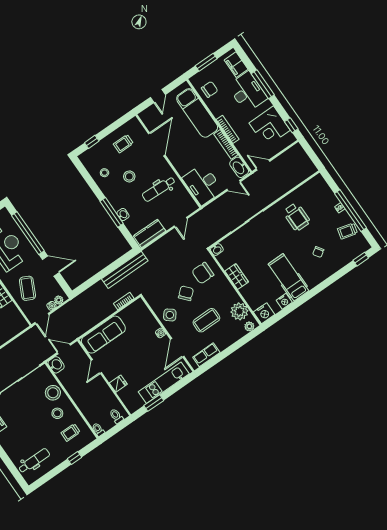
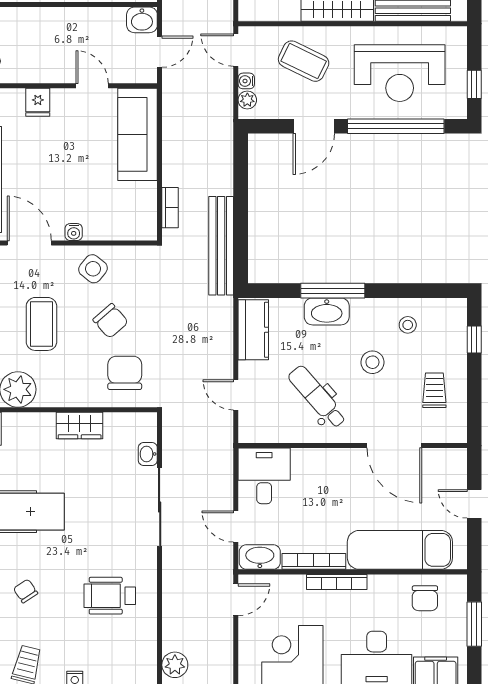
plant: (306, 171) -> (175, 665), added
desk: (203, 184) -> (264, 476), width x0.73
door: (234, 185) -> (236, 526), hinge flipped
dental chair: (159, 189) -> (317, 397), turned -43
washbasin: (123, 215) -> (327, 311), width x1.91, depth x1.45
washbasin: (217, 250) -> (148, 454), moved

